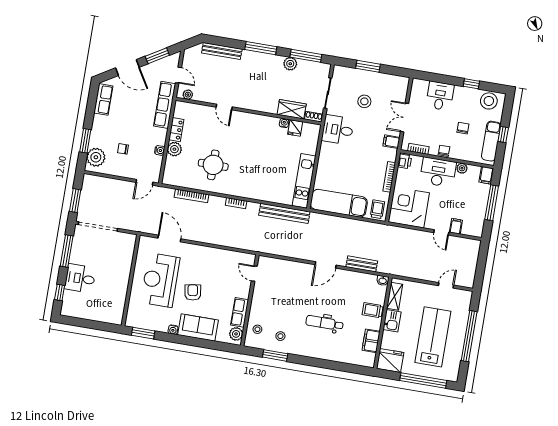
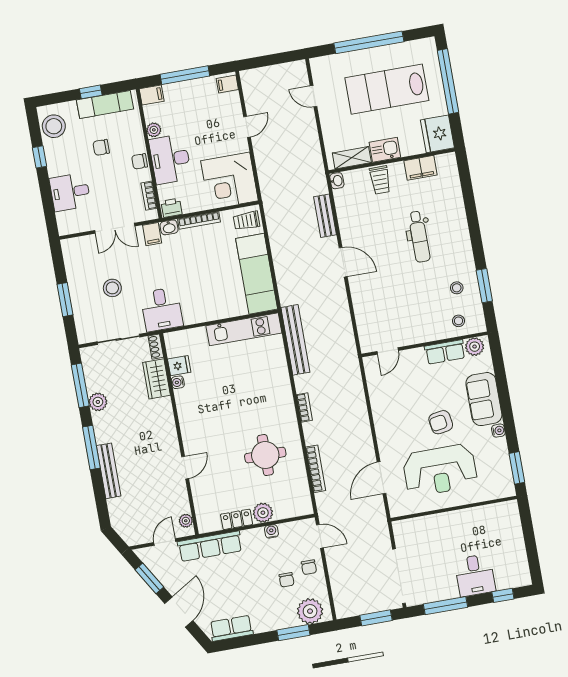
bench: (222, 51) -> (109, 471), moved
washbasin: (392, 155) -> (169, 227), added
chair: (126, 167) -> (309, 567), added
filing cabinet: (456, 226) -> (227, 84), moved

